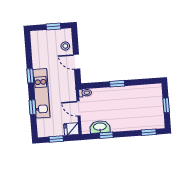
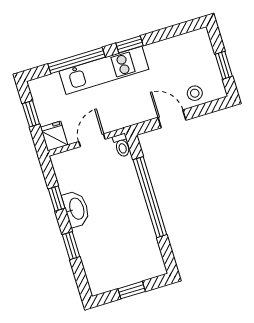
door: (77, 62) -> (172, 119), hinge flipped
window: (117, 84) -> (150, 197), width x3.17
window: (33, 107) -> (77, 60), width x2.17
washbasin: (100, 127) -> (76, 209), moved
window: (149, 132) -> (71, 246), moved

